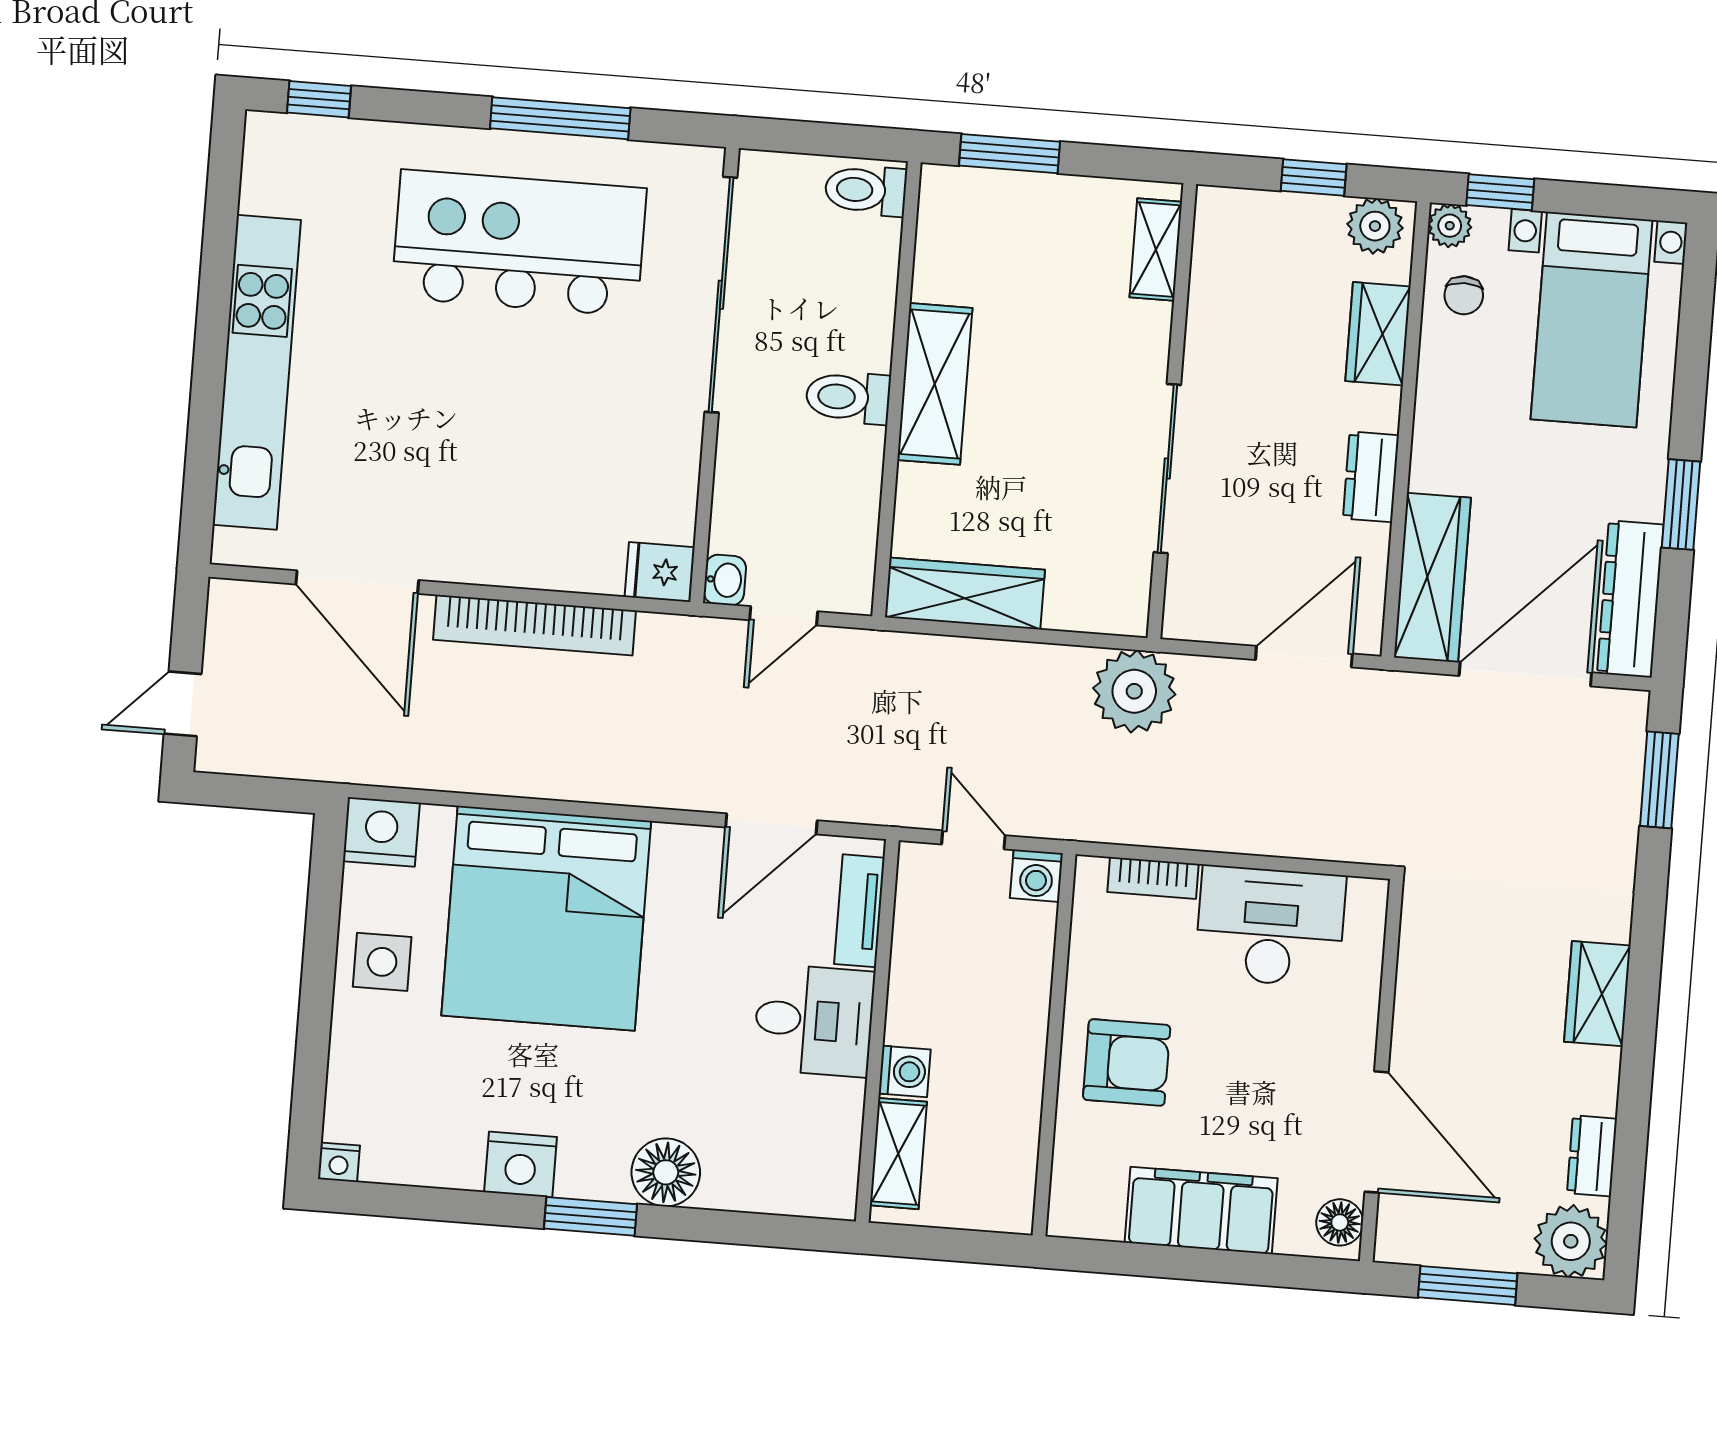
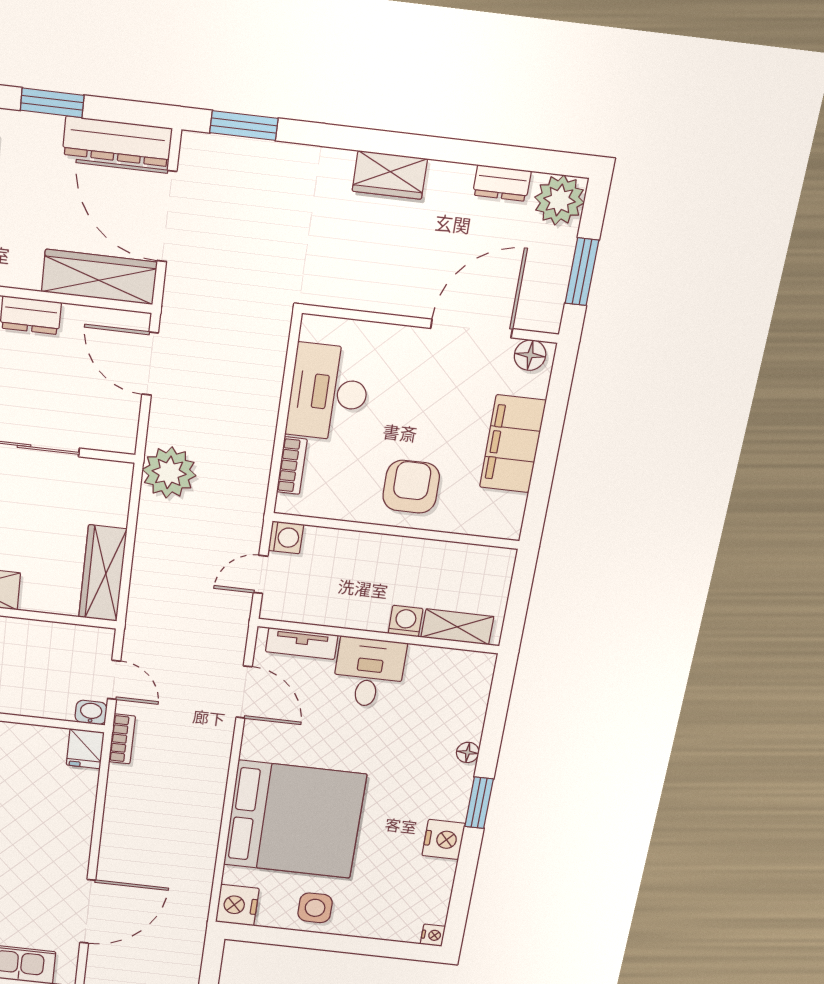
bookcase: (535, 625) -> (122, 739), moved, width x0.43, depth x0.76
floor lamp: (666, 1172) -> (468, 752), width x0.53, depth x0.53

